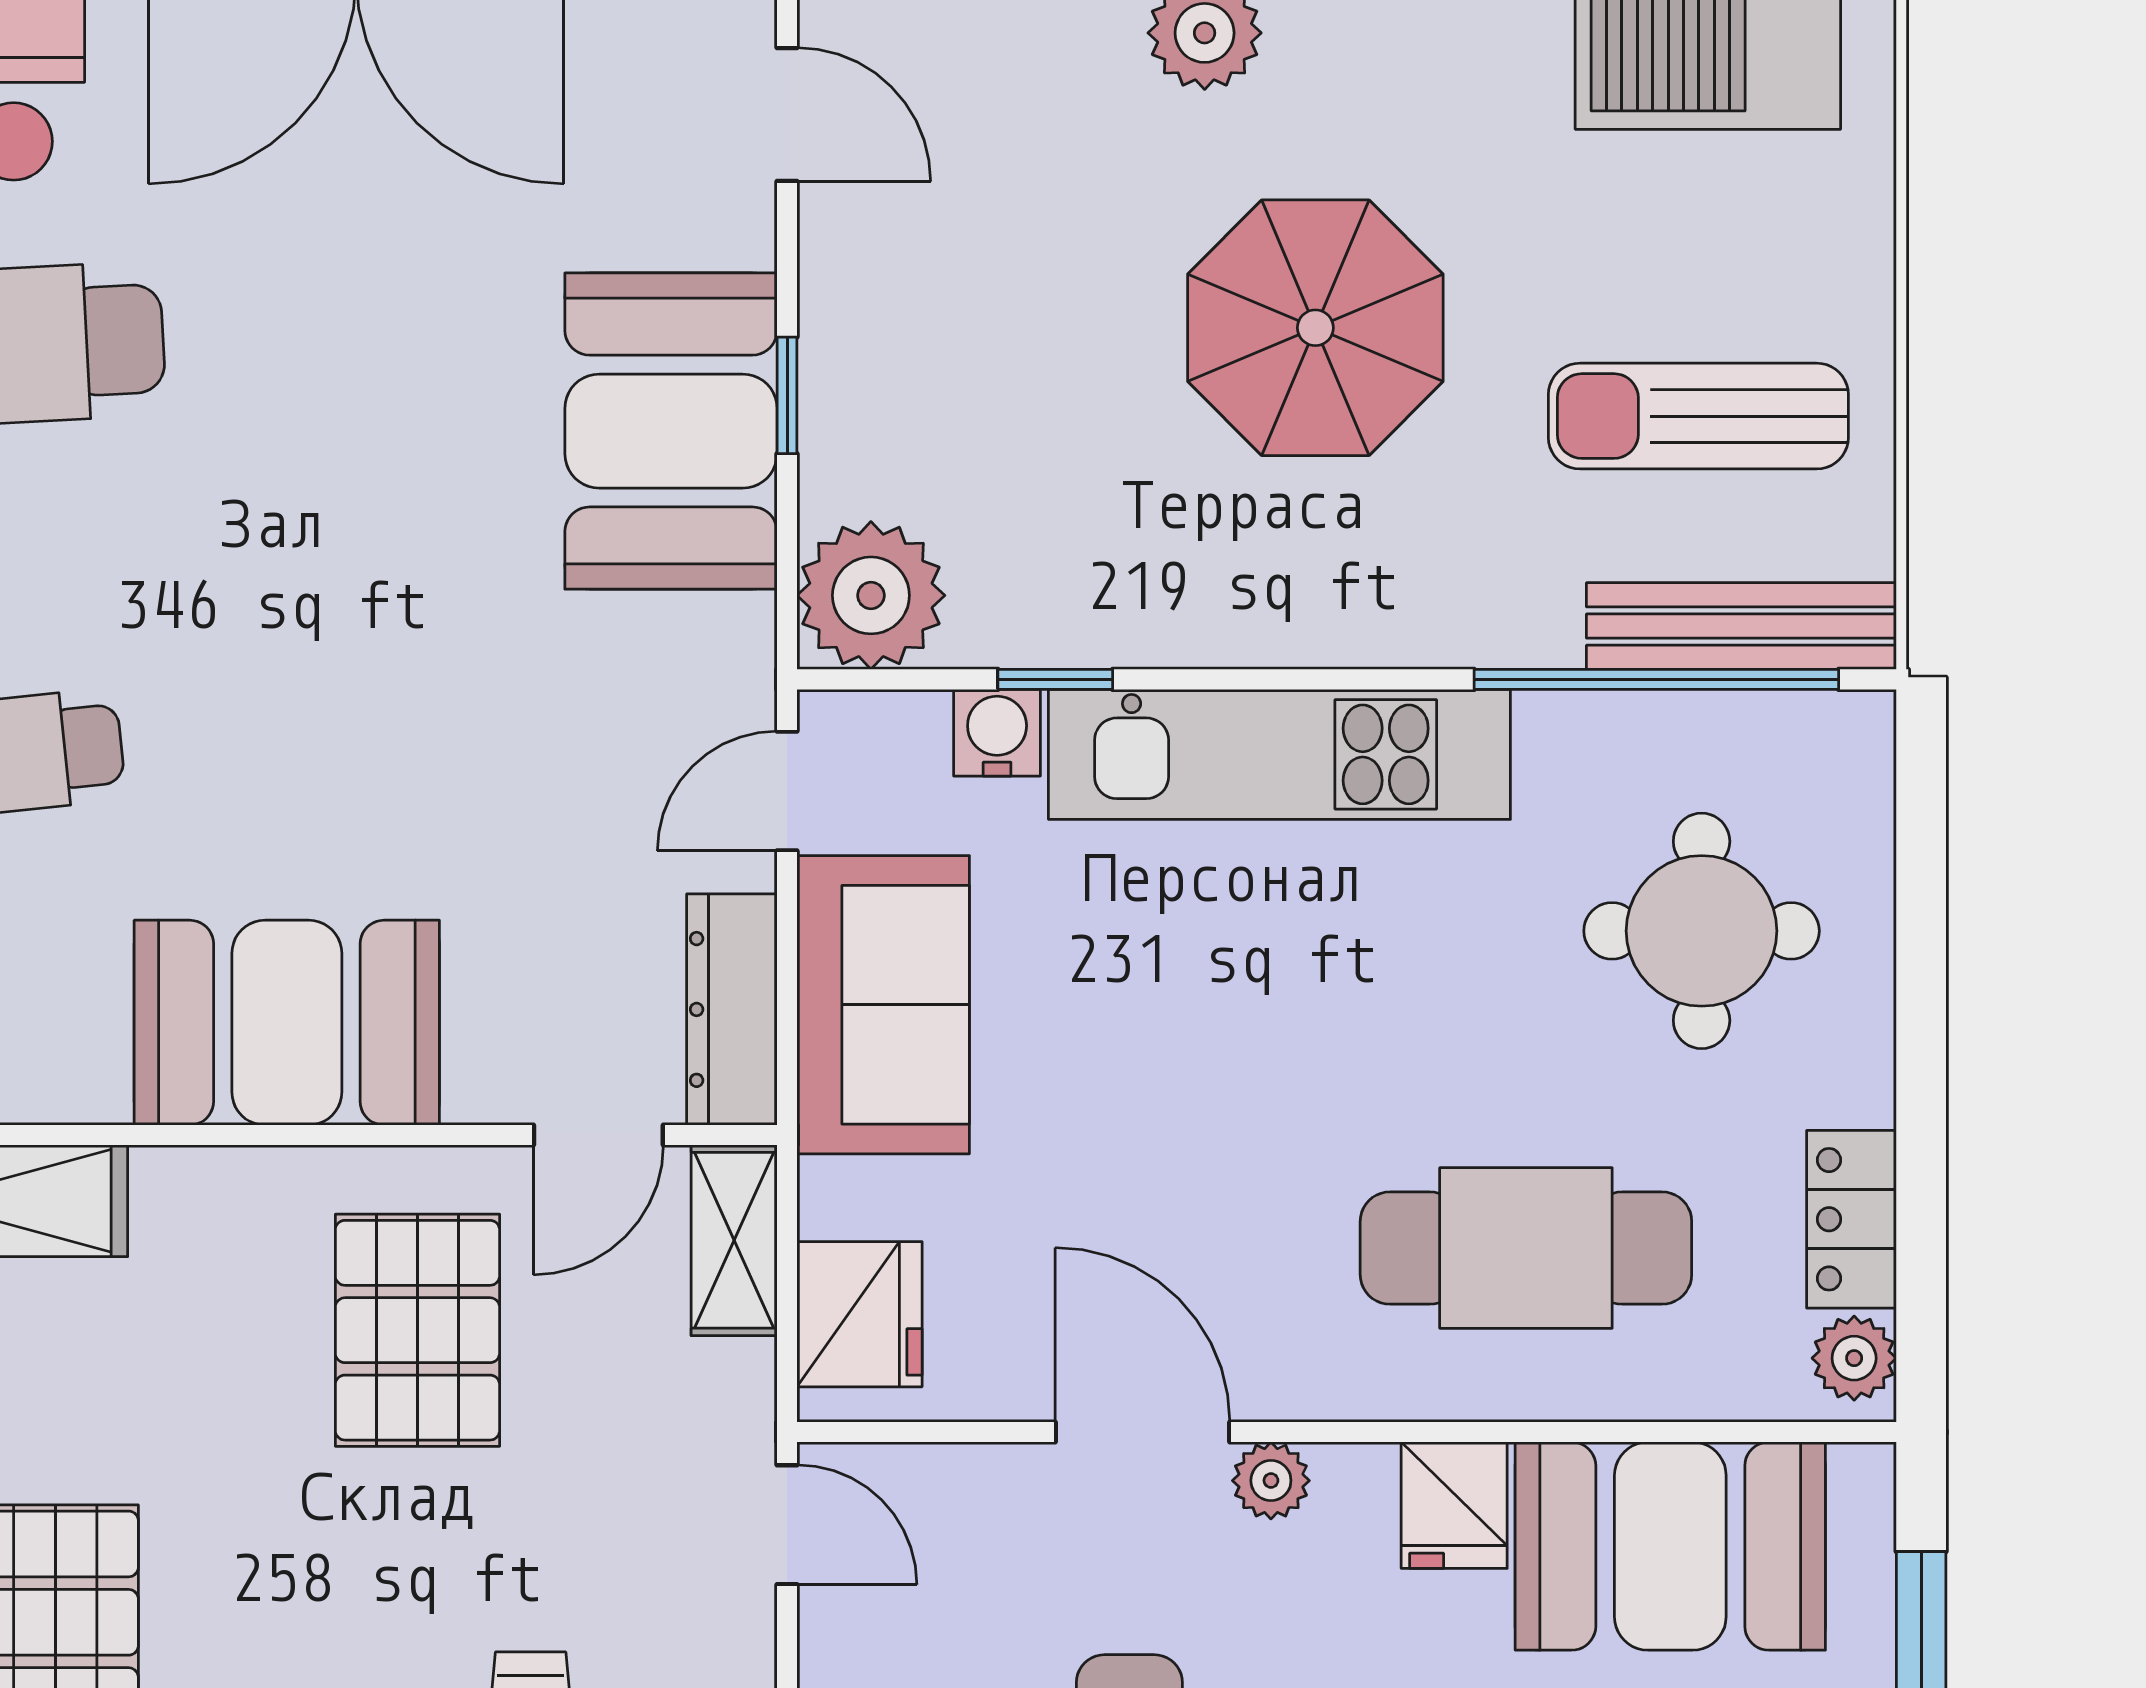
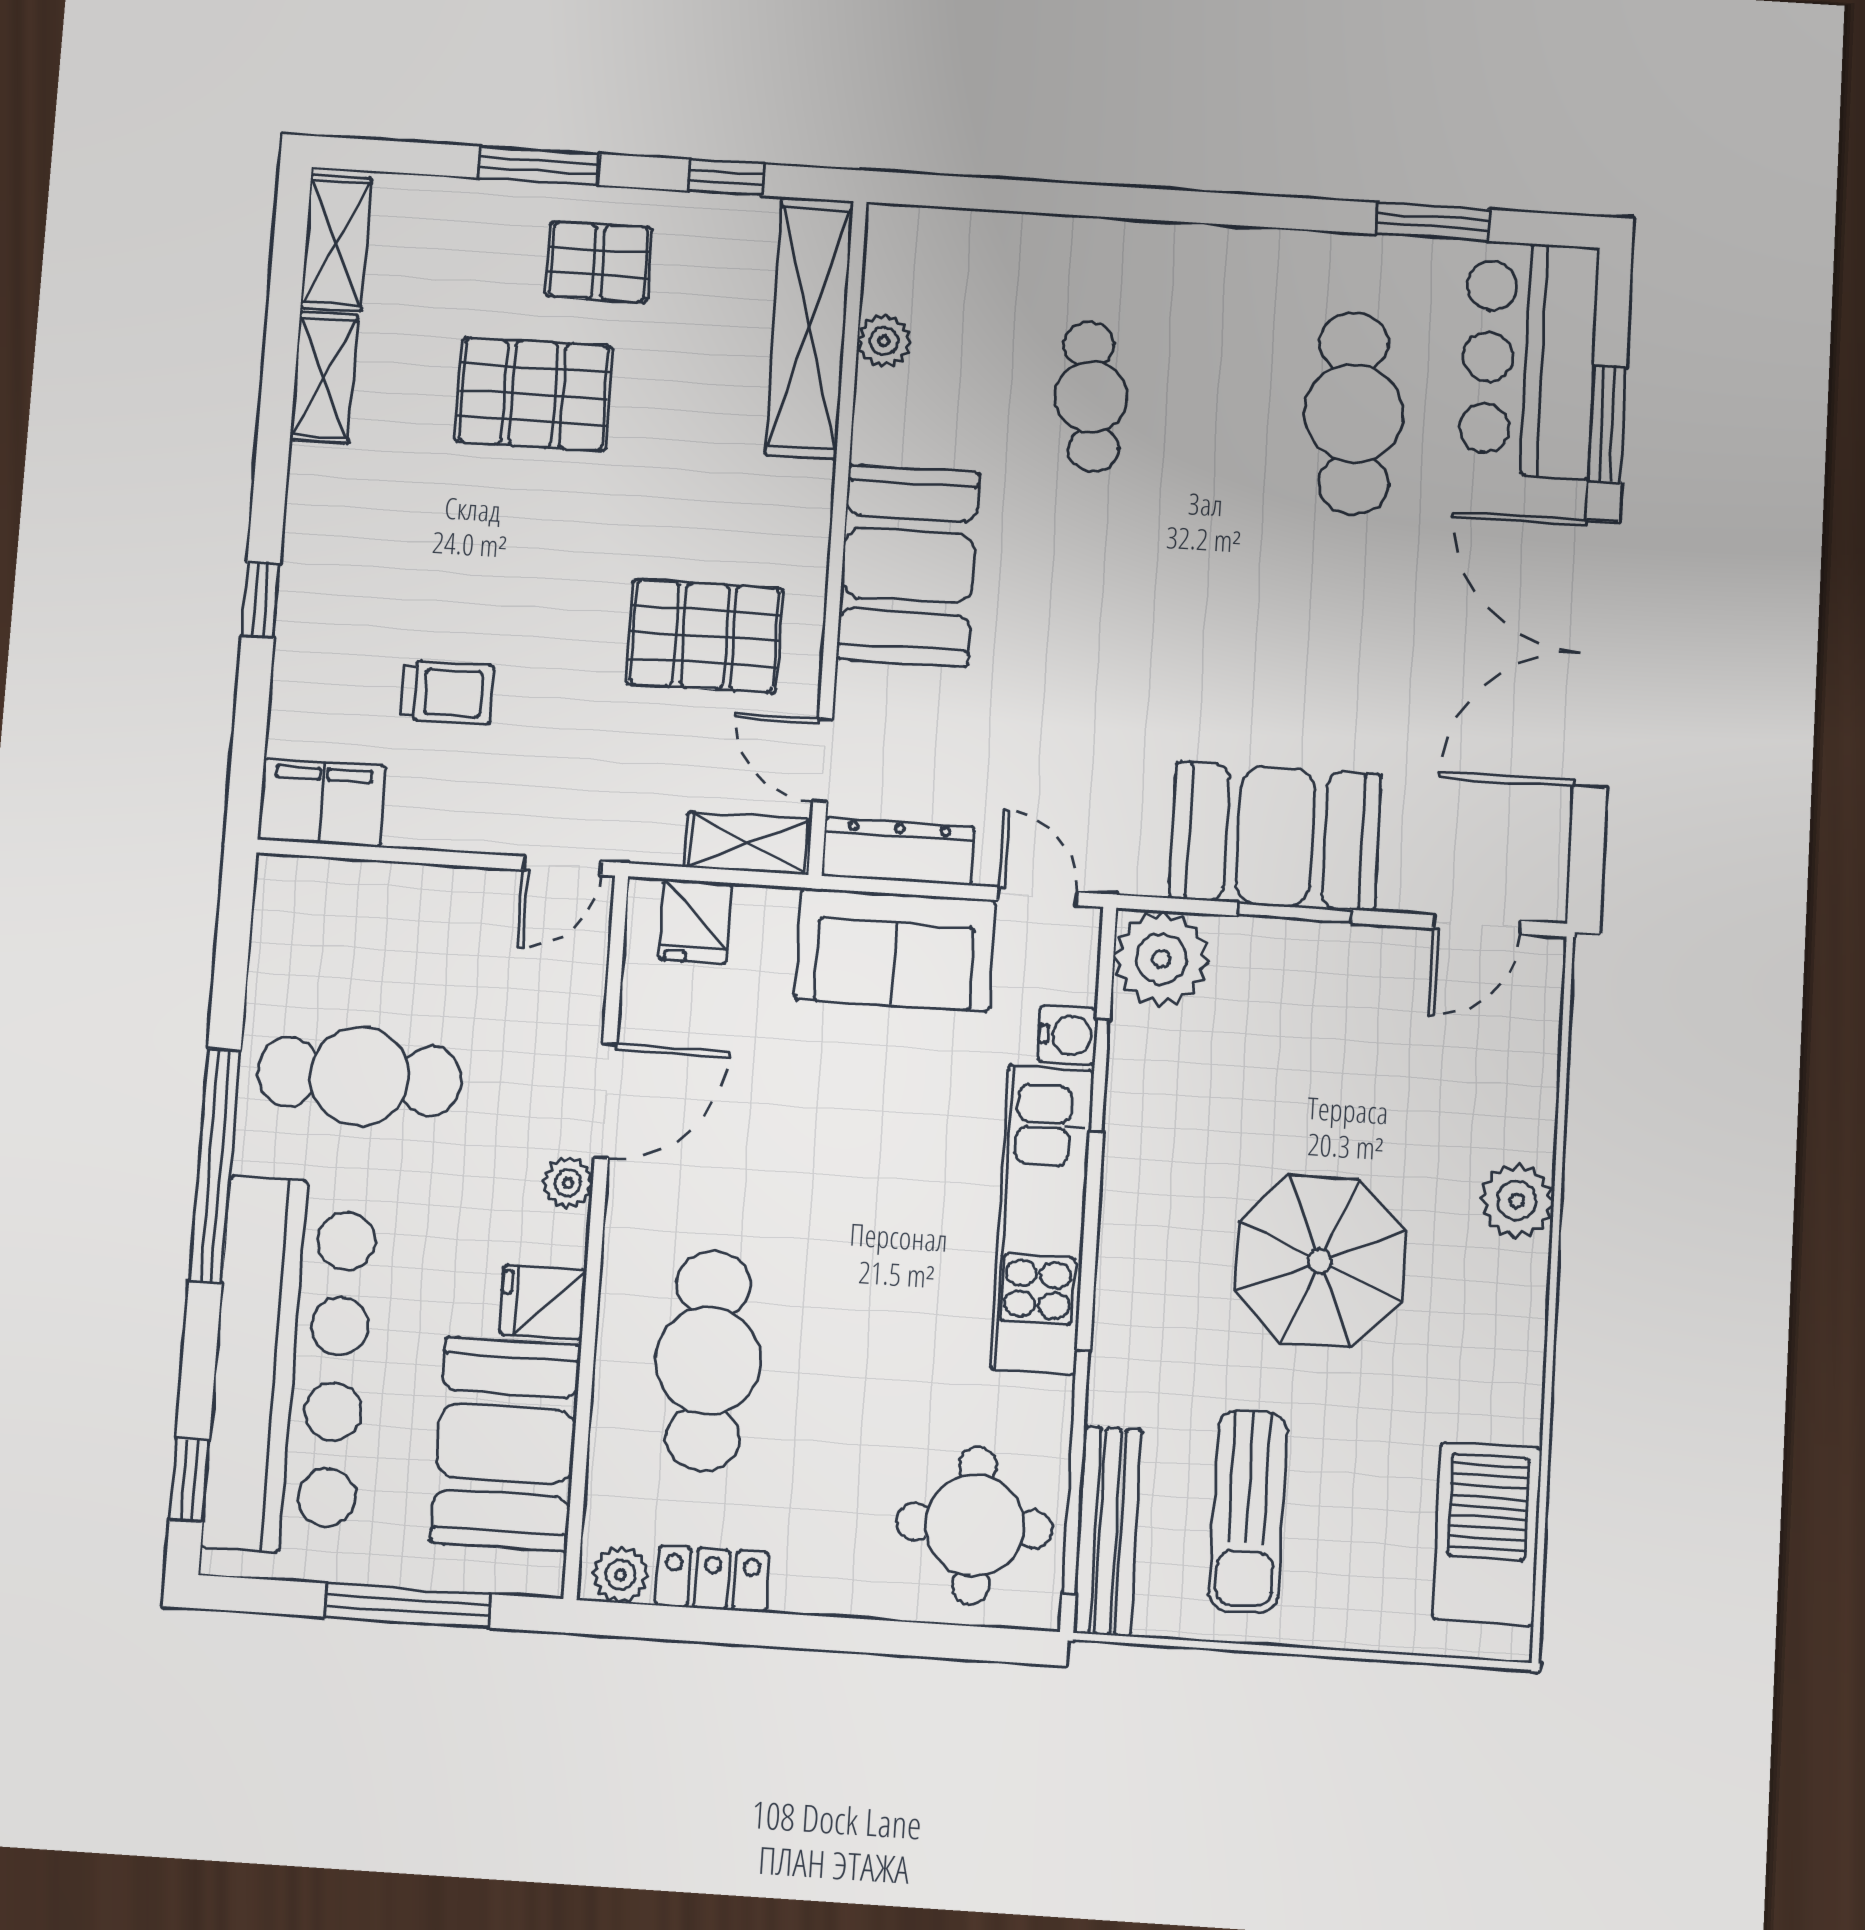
window: (787, 395) -> (1294, 913), width x1.50
sun lounger: (1698, 416) -> (1248, 1511), turned 180
window: (1055, 679) -> (1100, 1075), width x1.50
round table: (1702, 931) -> (974, 1525), moved
fridge: (859, 1314) -> (695, 921), width x0.72

